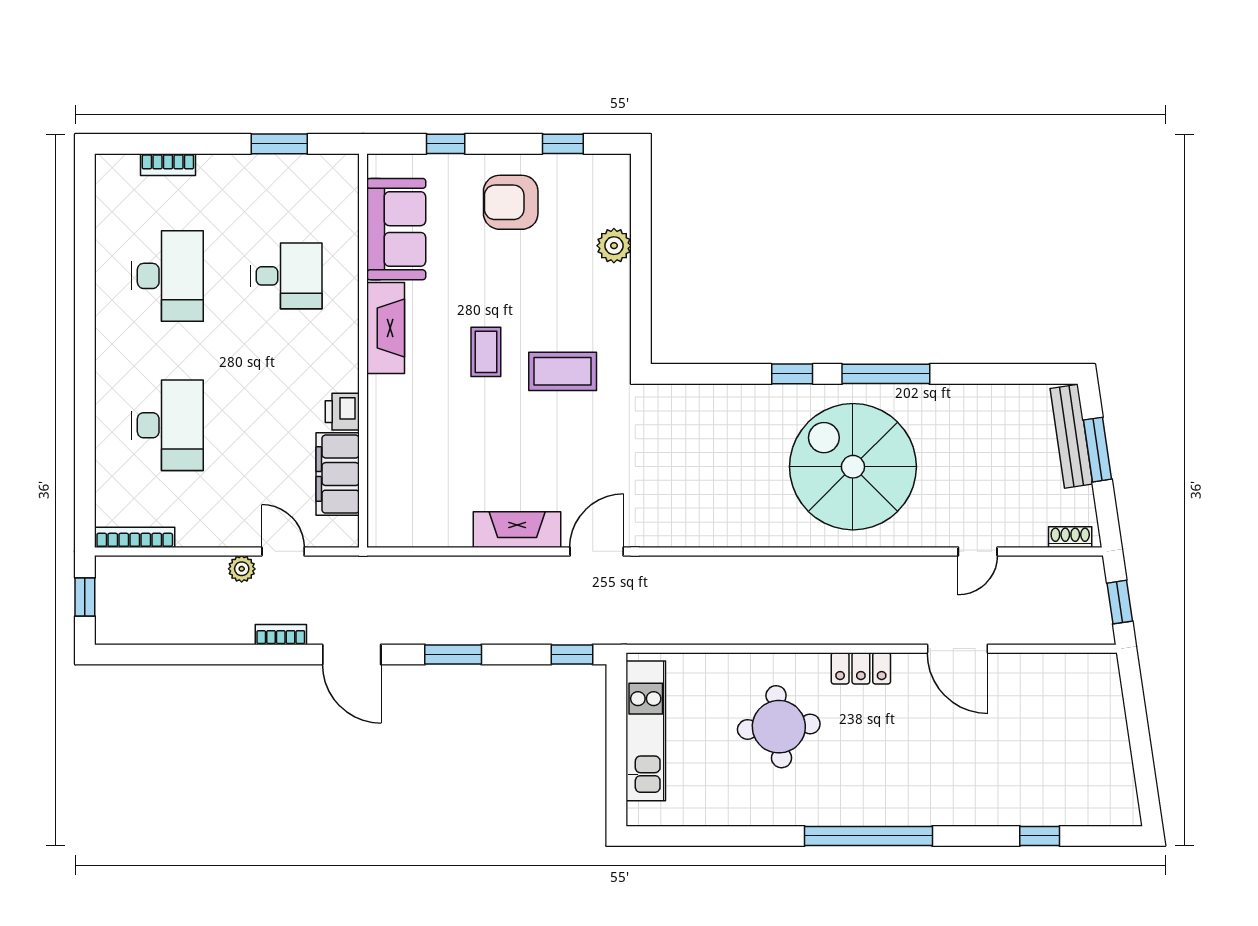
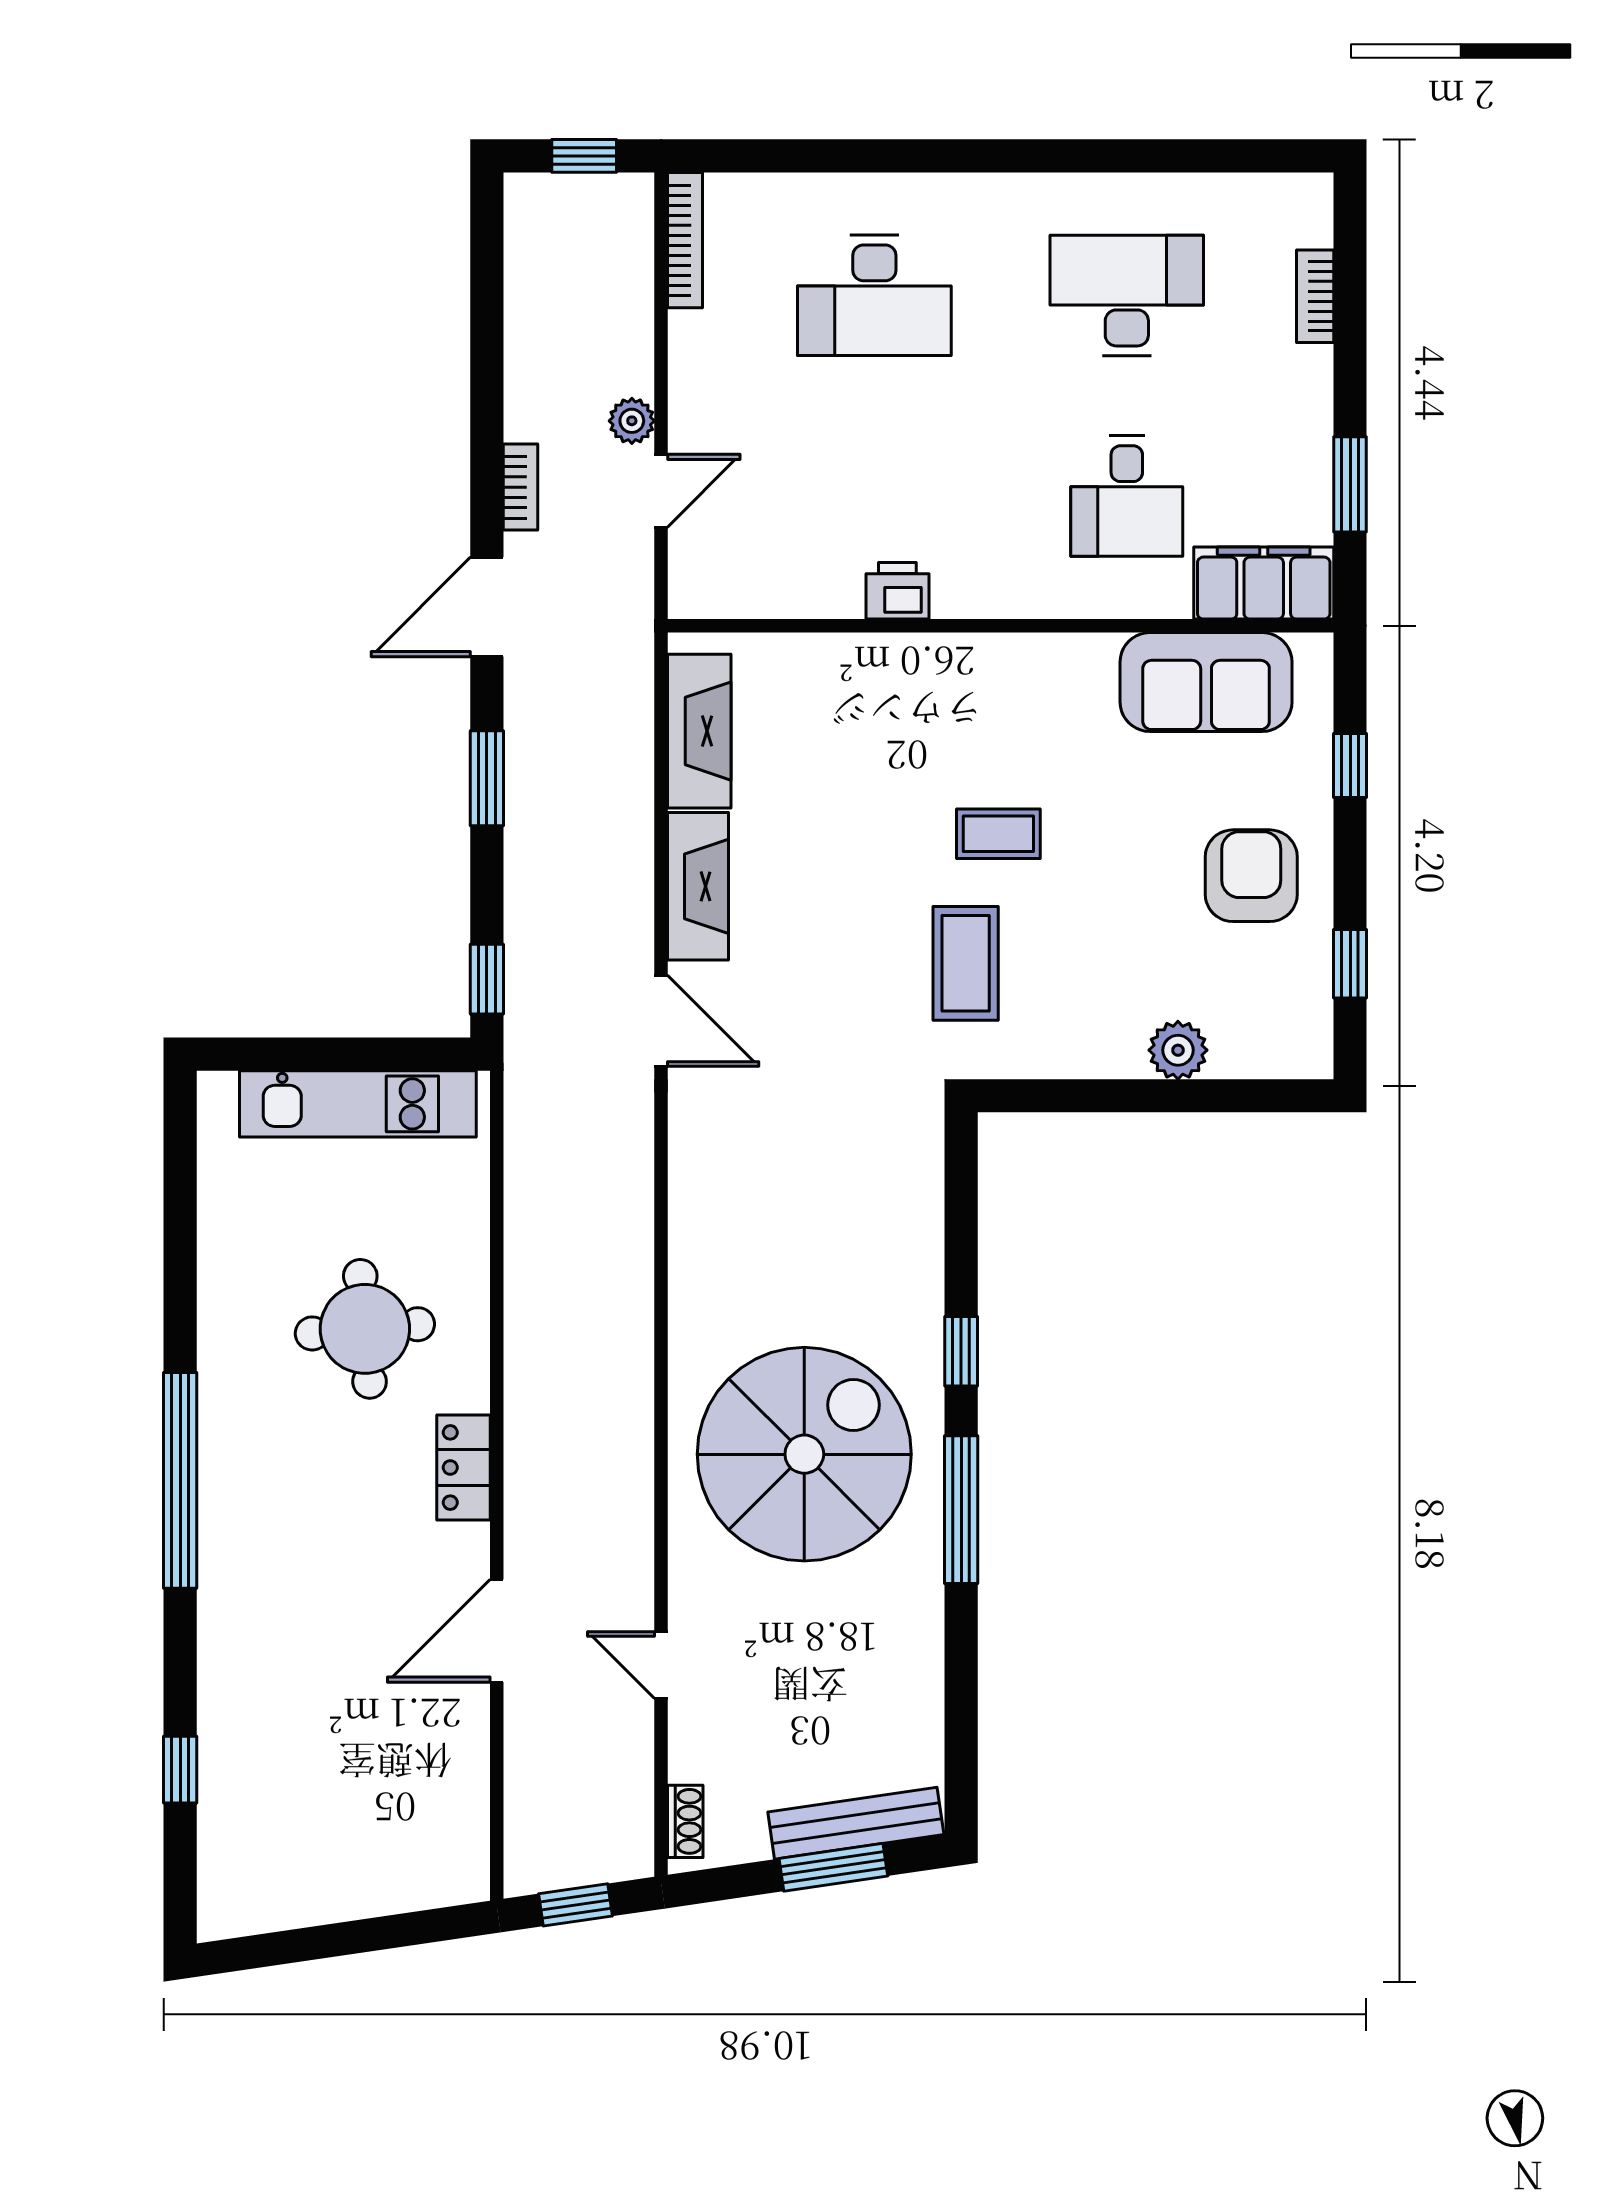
desk: (167, 276) -> (1127, 295), turned 180
fireplace: (386, 328) -> (699, 731), moved, turned -90
filing cabinet: (338, 474) -> (1264, 583), moved

